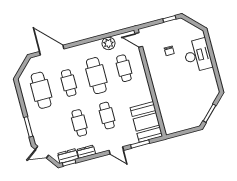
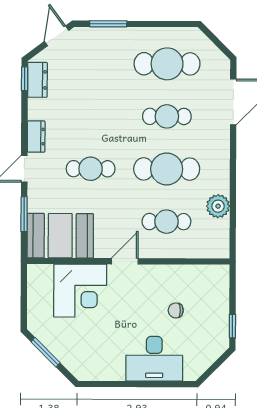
door: (139, 40) -> (125, 261), moved
corner desk: (172, 104) -> (80, 291), added
cafe table: (79, 123) -> (91, 116), removed
dresser: (86, 152) -> (36, 137), moved

